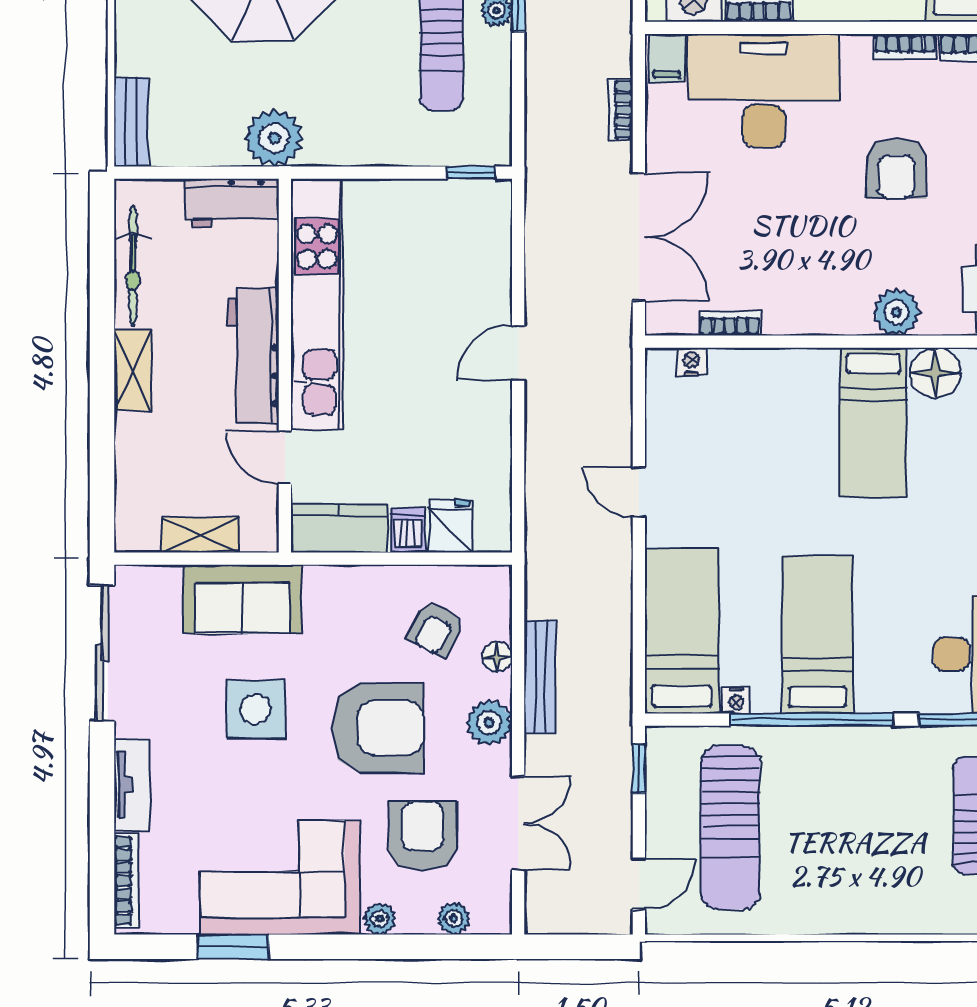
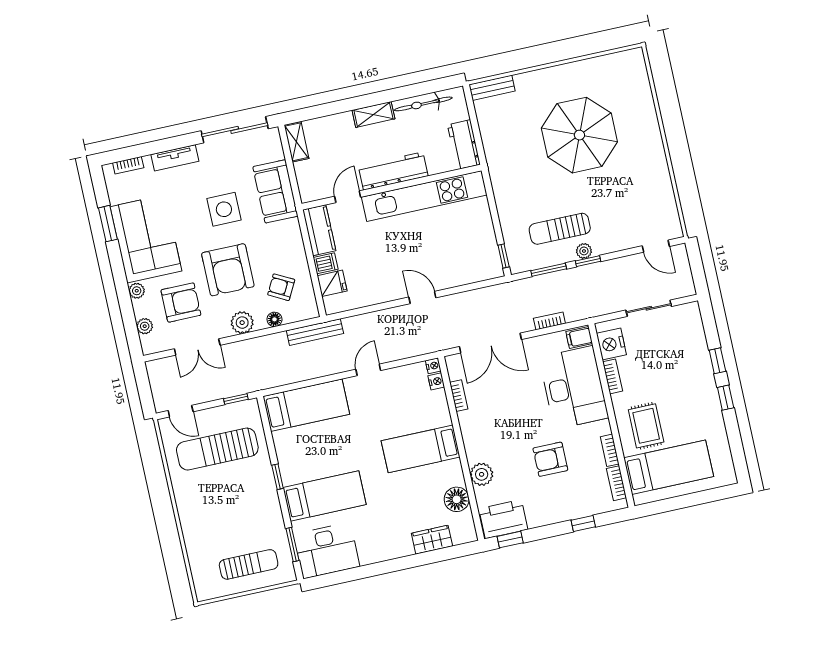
window: (518, 89) -> (549, 270), added
plant: (274, 138) -> (499, 158), removed
bed: (873, 422) -> (421, 449), moved
shelving: (200, 535) -> (296, 142), moved
bed: (818, 635) -> (325, 496), moved
bench: (540, 677) -> (315, 332), moved
nightstand: (736, 700) -> (433, 366), moved, turned 180
window: (812, 720) -> (278, 477), width x0.32
bookcase: (126, 881) -> (128, 165), width x0.64

